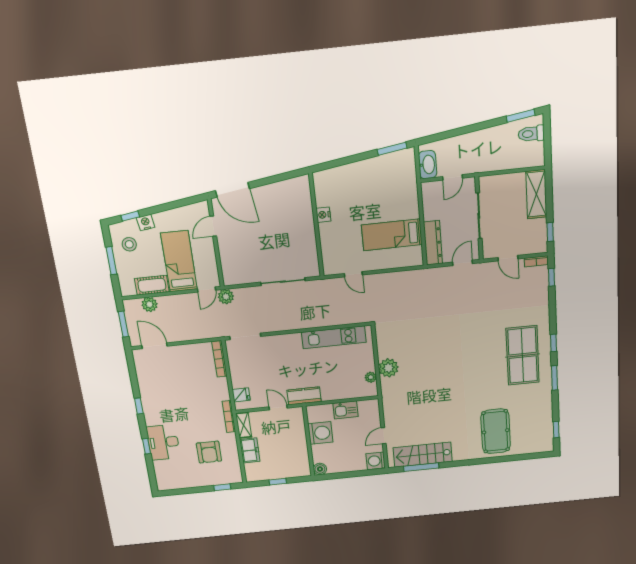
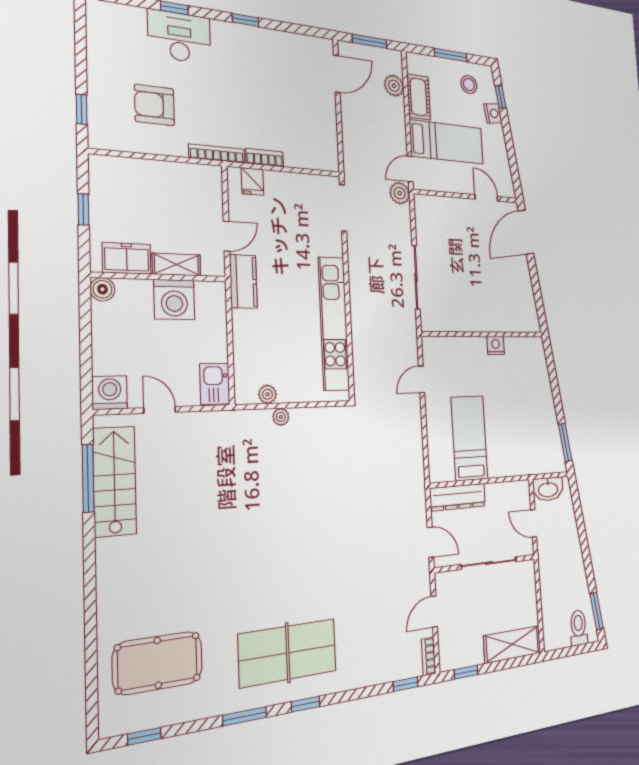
door: (207, 289) -> (410, 169), hinge flipped
kitchen unit: (334, 337) -> (334, 323), width x1.36
bookcase: (219, 359) -> (265, 158), moved, width x0.64
plant: (388, 368) -> (281, 417), width x0.53, depth x0.53
kitchen sink: (346, 410) -> (215, 384), moved
shelving: (244, 425) -> (177, 264), moved
pool table: (496, 431) -> (158, 663), moved
freezer: (250, 450) -> (127, 258), moved, turned 180

